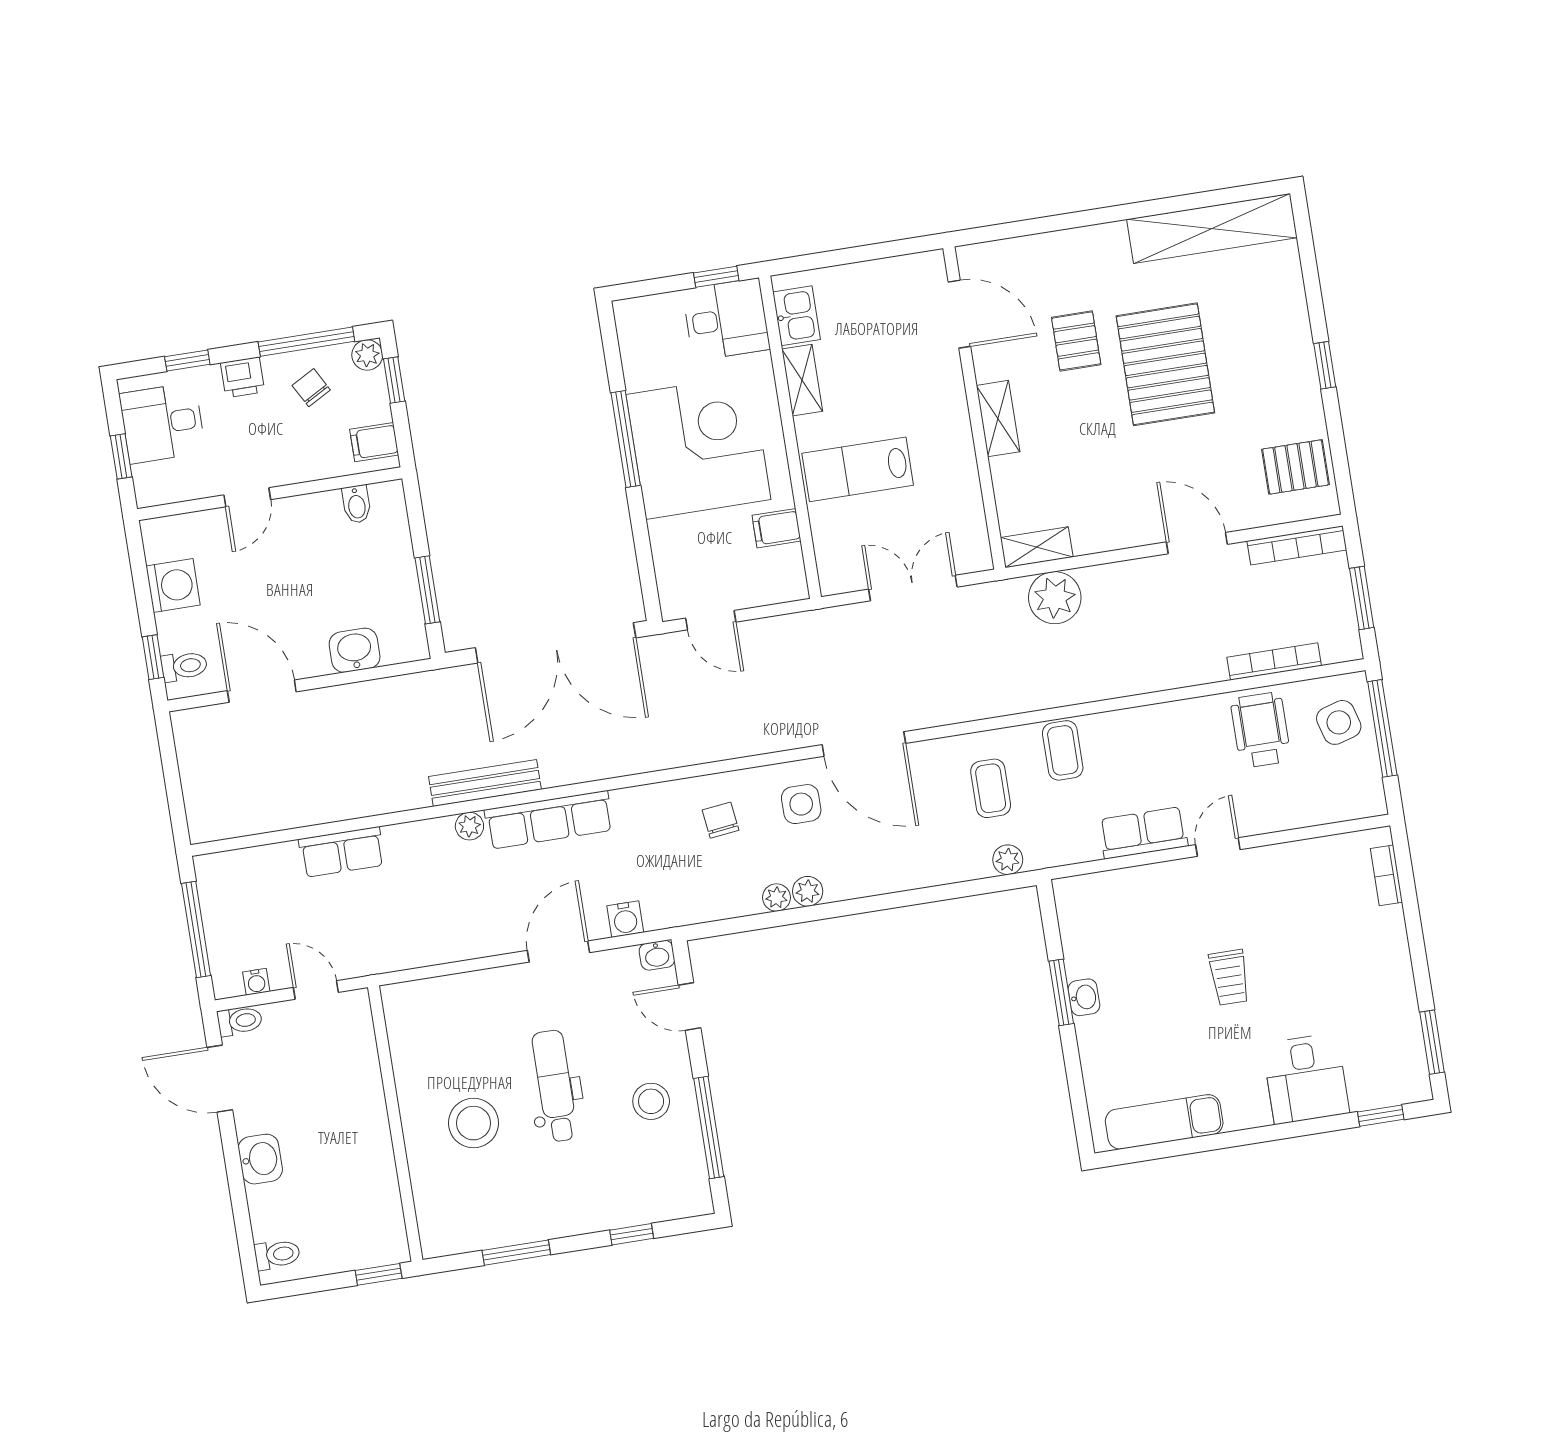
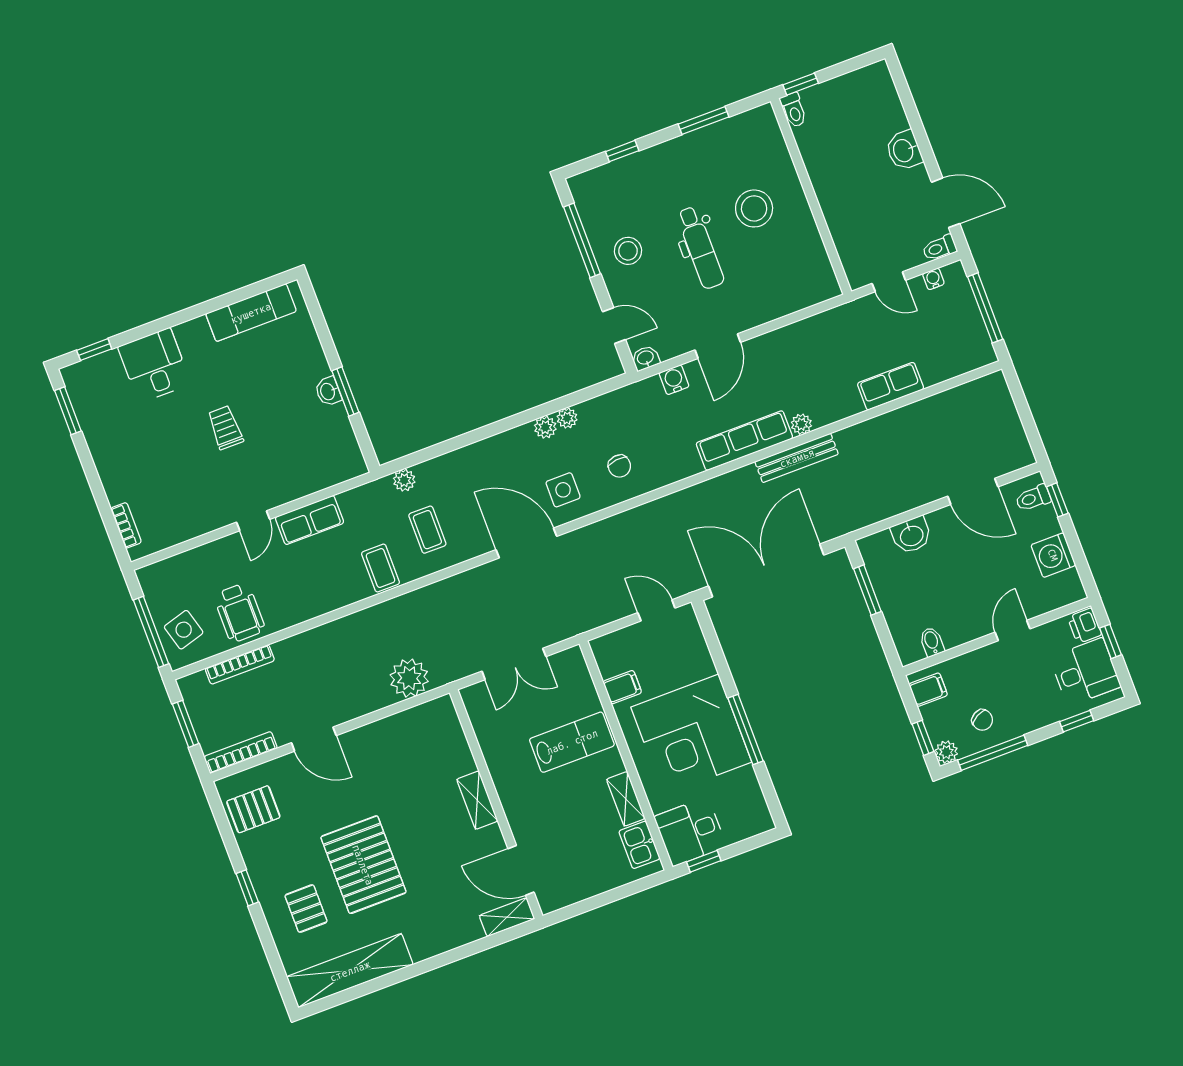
pallet: (1076, 341) -> (306, 909), moved
printer: (243, 377) -> (1085, 626), moved, turned -90
shelving: (1037, 547) -> (507, 917), moved
toilet: (277, 1254) -> (794, 110), moved, turned -90

